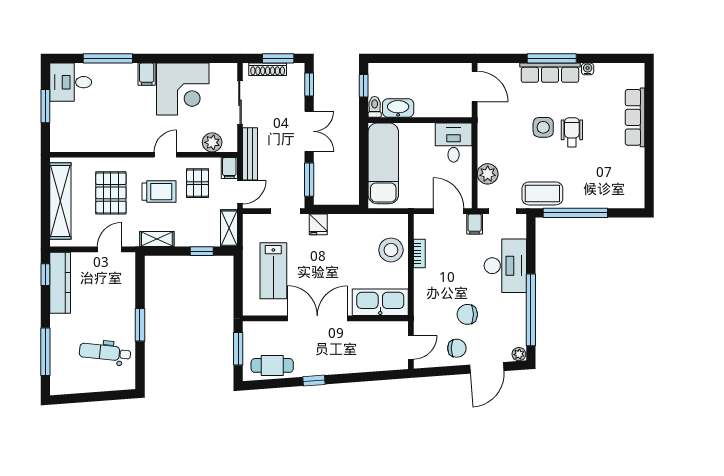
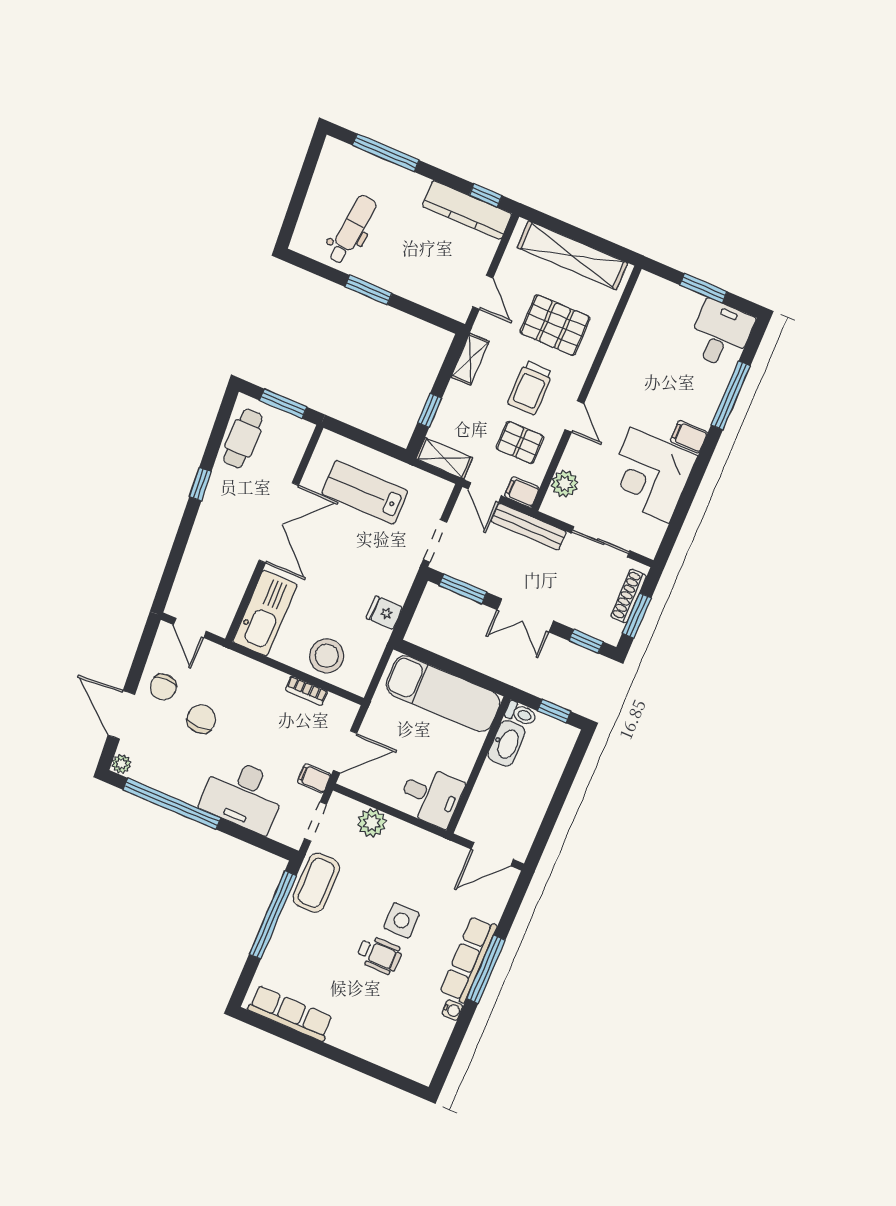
row of seats: (635, 117) -> (290, 1013), moved
fridge: (318, 224) -> (384, 613), moved

